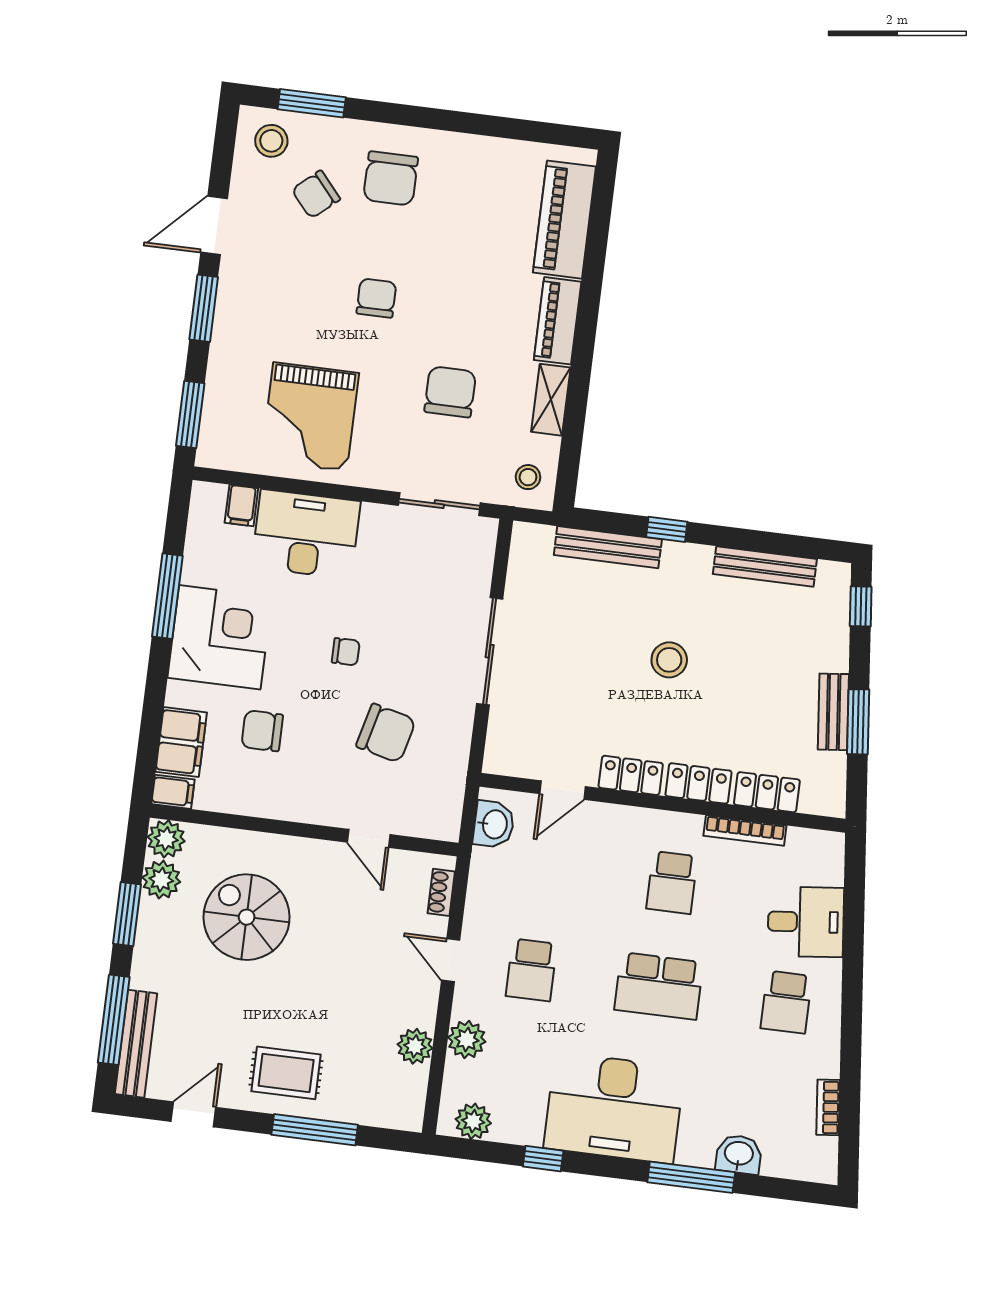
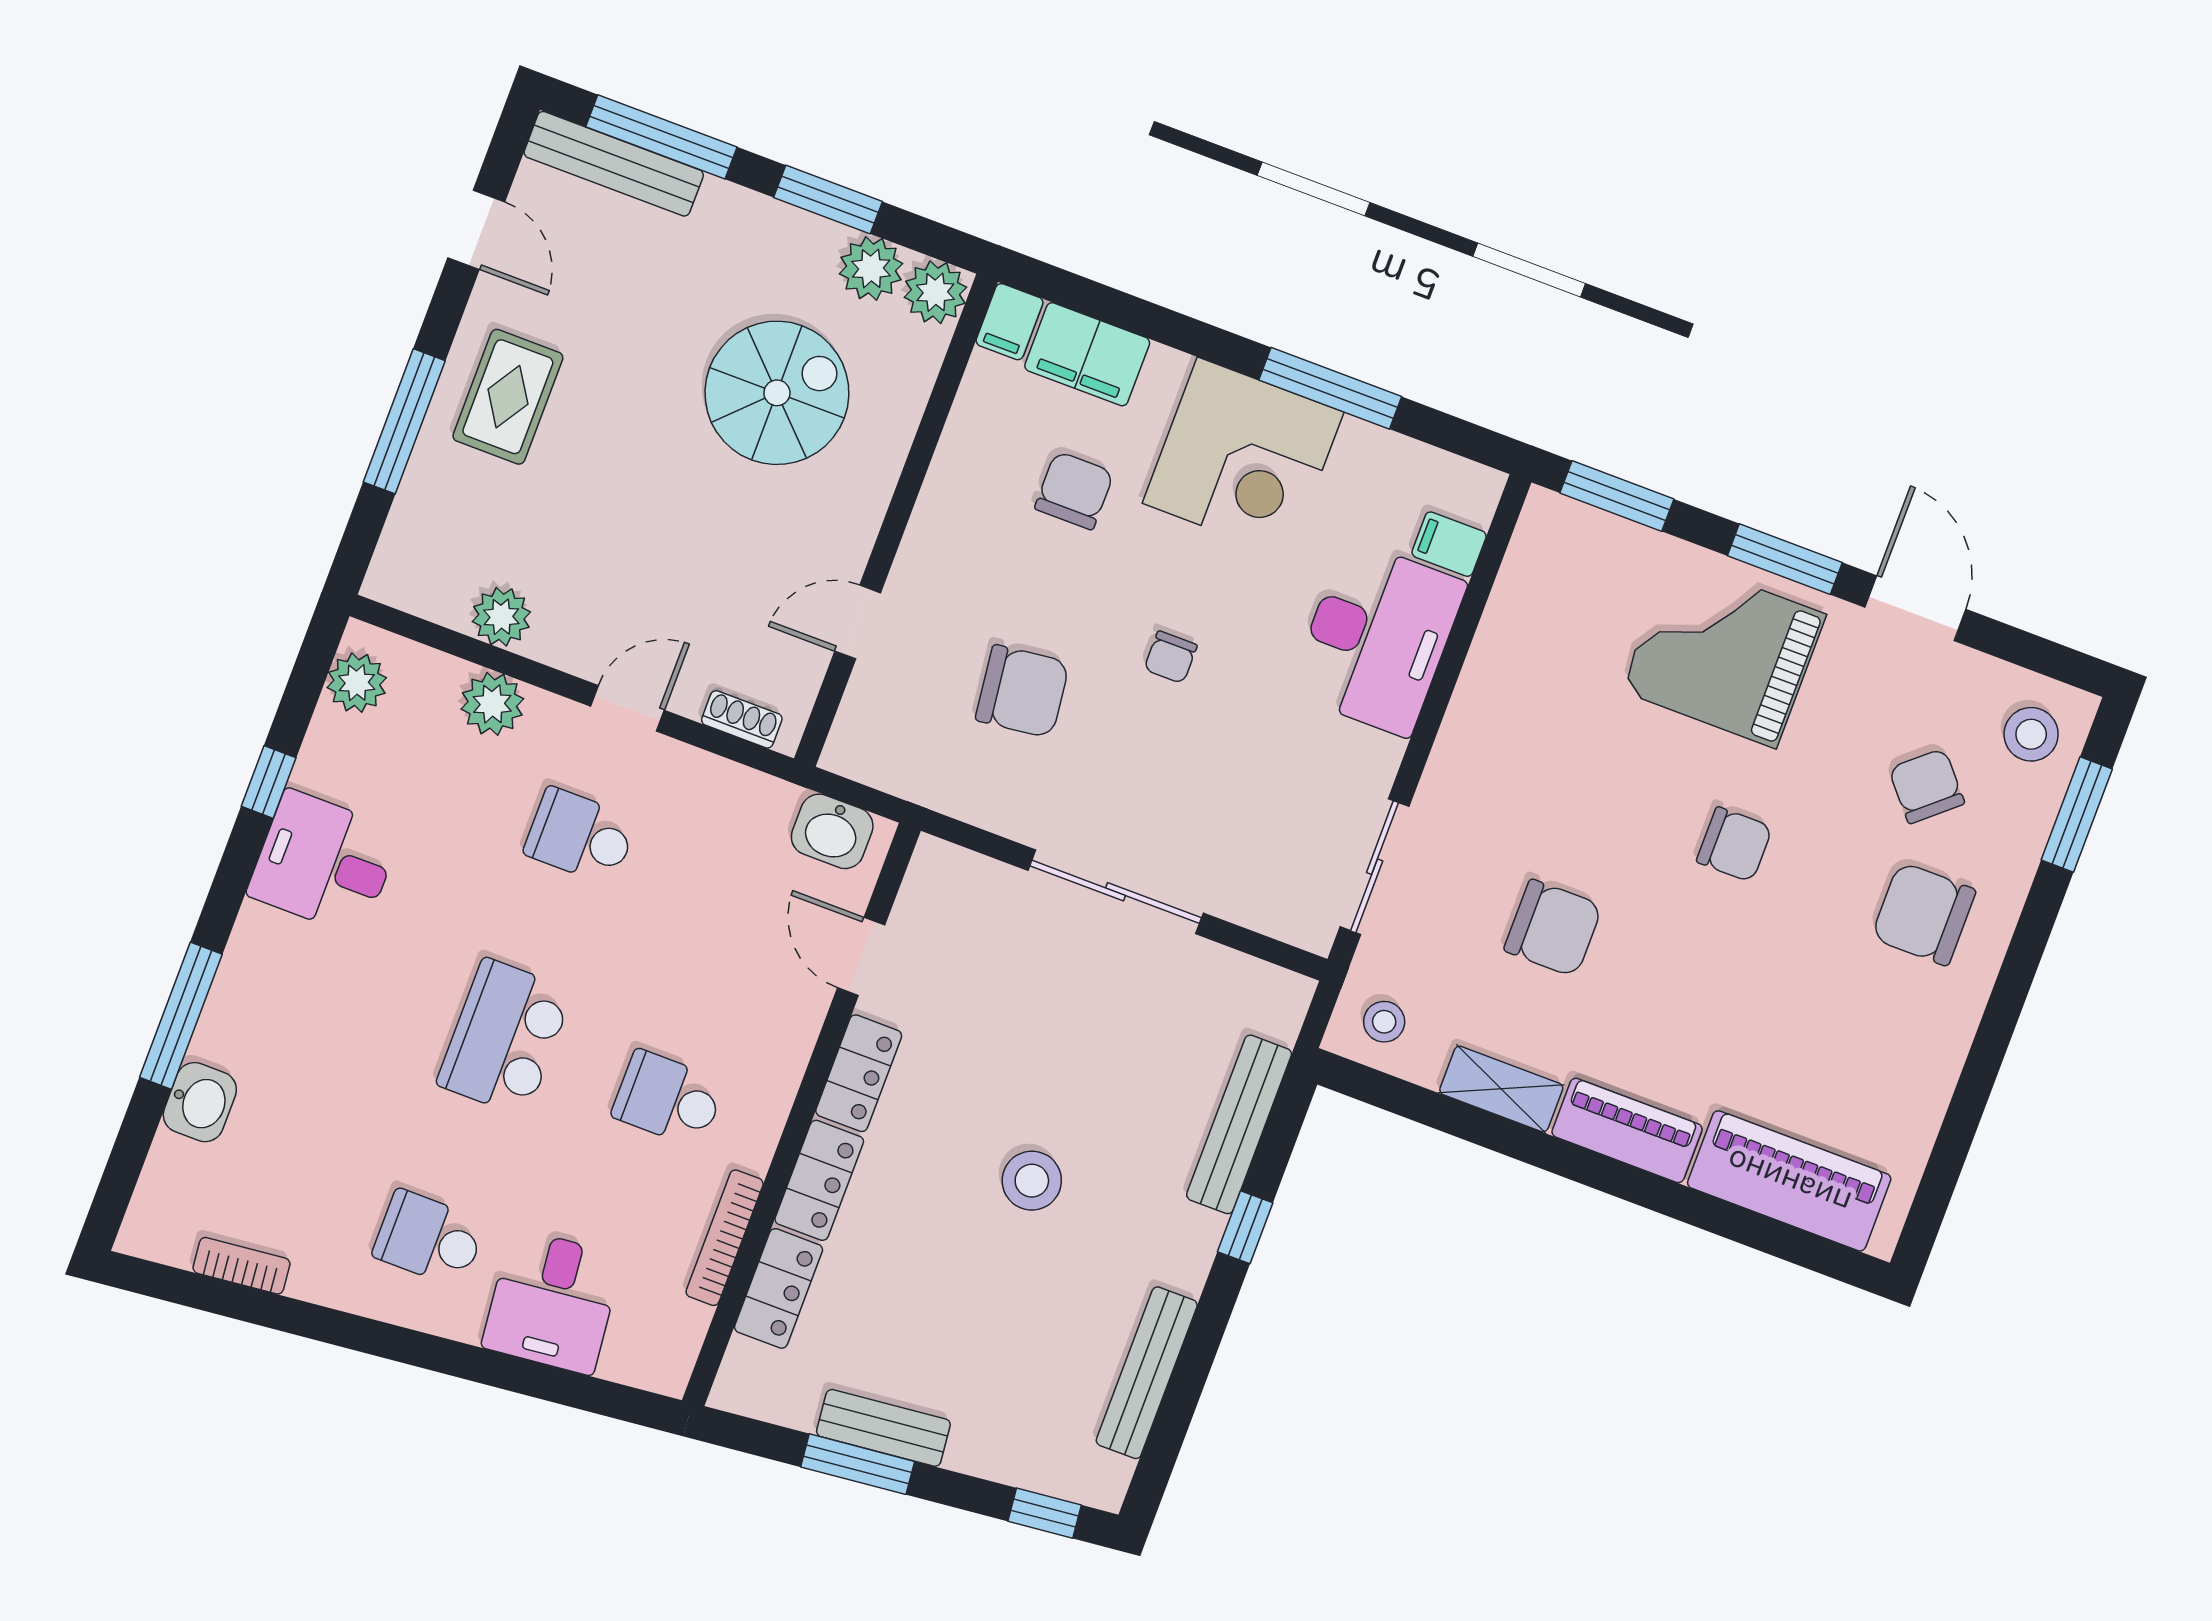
grand piano: (310, 417) -> (1723, 652), moved
chair: (386, 733) -> (1022, 691), turned -111
desk: (614, 1108) -> (324, 863), width x0.53, depth x0.77

